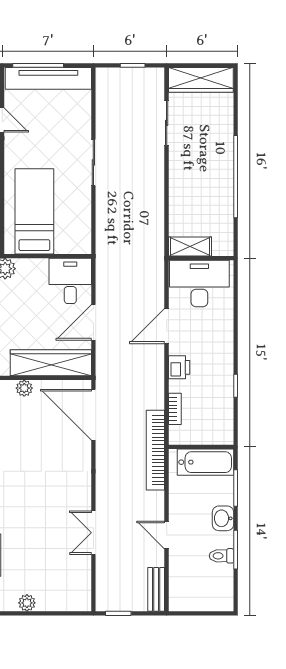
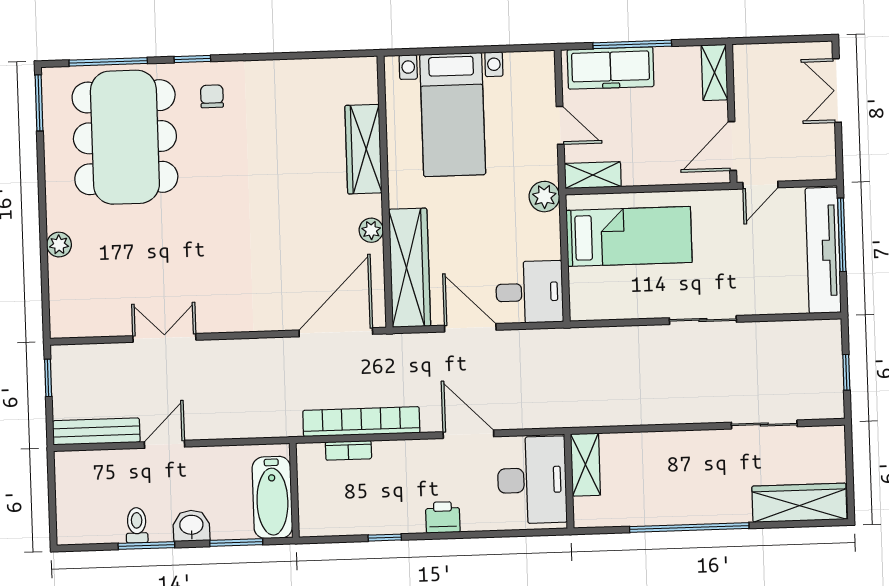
wardrobe: (201, 80) -> (799, 503), moved, turned 90
printer: (179, 367) -> (443, 517), moved, turned 180
bookcase: (155, 450) -> (361, 422), moved
bench: (156, 589) -> (96, 431), width x1.36

